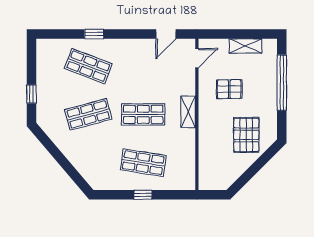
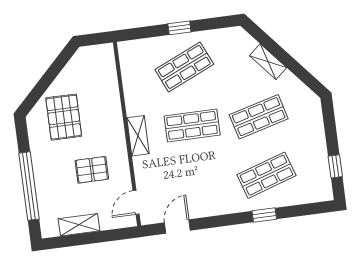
shop shelf: (88, 66) -> (266, 175), turned -39
window: (32, 94) -> (335, 166), moved
shelving: (75, 158) -> (268, 62), added
shop shelf: (143, 163) -> (184, 67), turned -33

